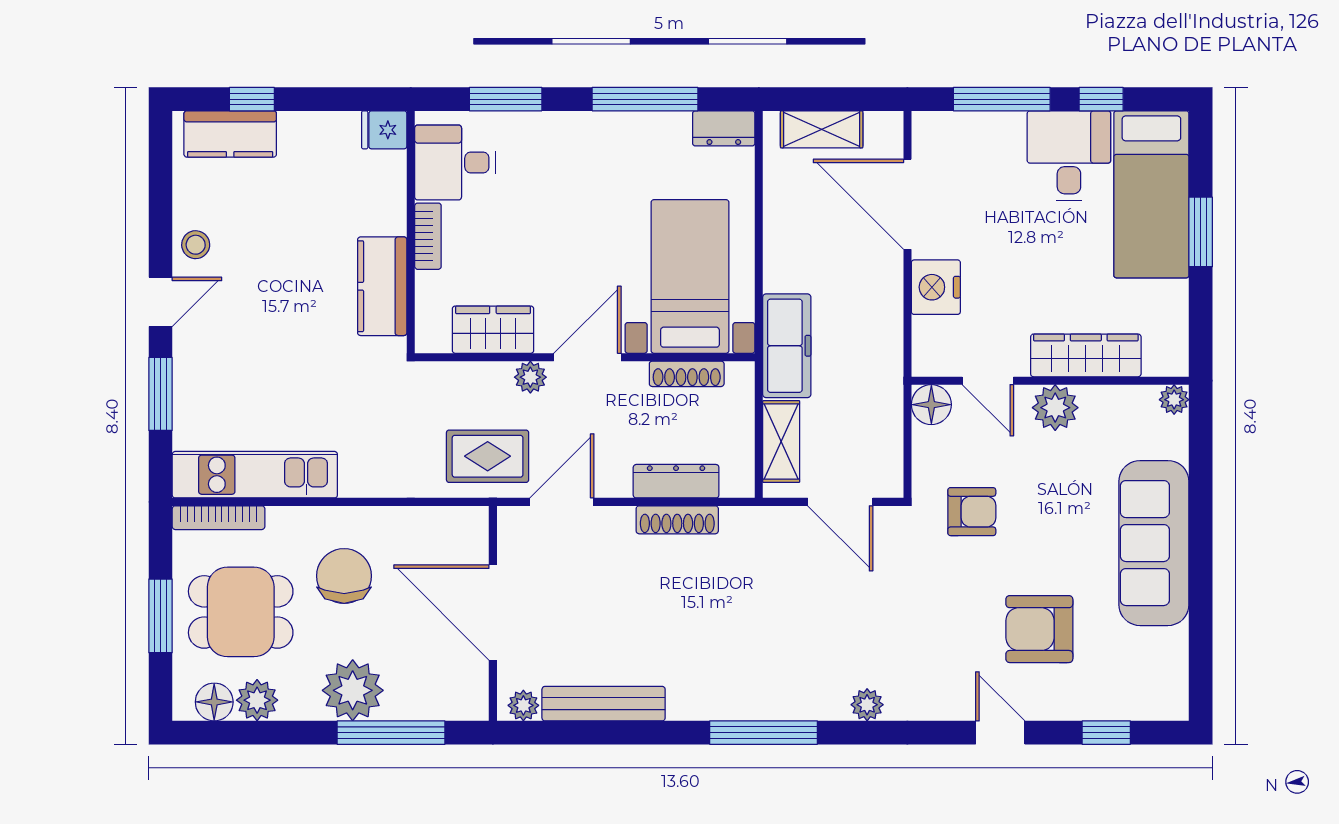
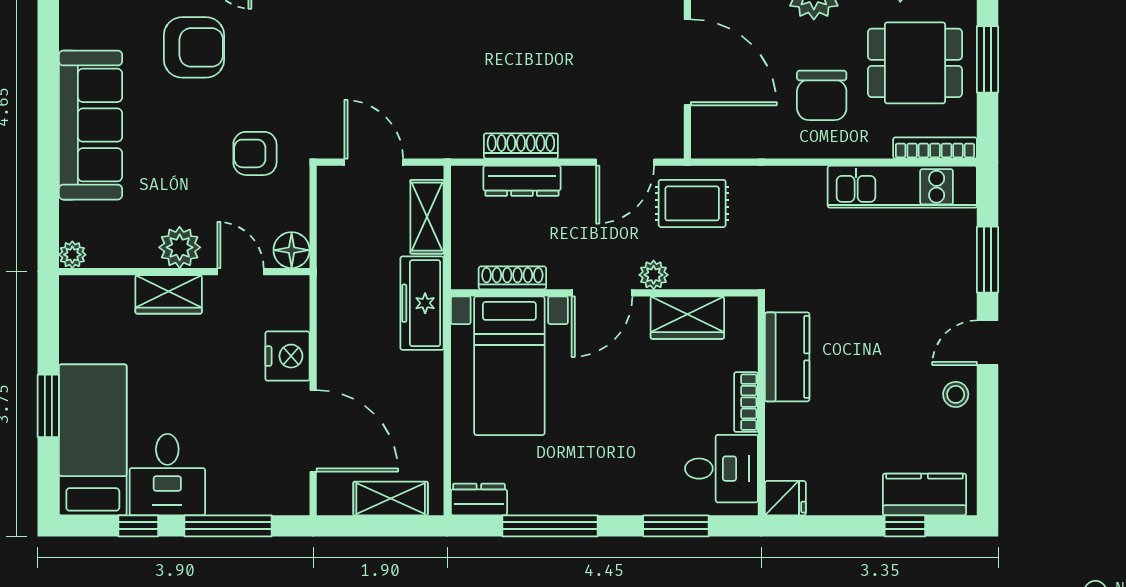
wardrobe: (1086, 355) -> (169, 294), width x0.67

